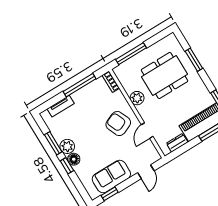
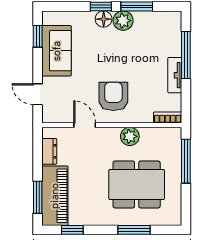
dining table: (164, 75) -> (137, 184), turned 90
window: (80, 85) -> (186, 55), moved
tv unit: (61, 106) -> (175, 75), moved
armchair: (118, 124) -> (113, 96), turned -67

